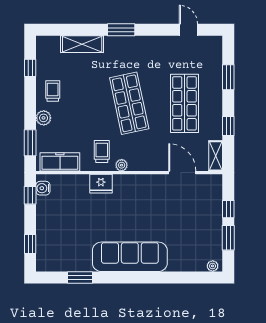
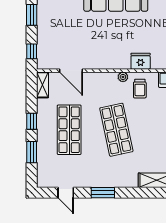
window: (121, 30) -> (103, 193), moved
window: (228, 126) -> (32, 121), moved
window: (228, 209) -> (32, 51), moved

